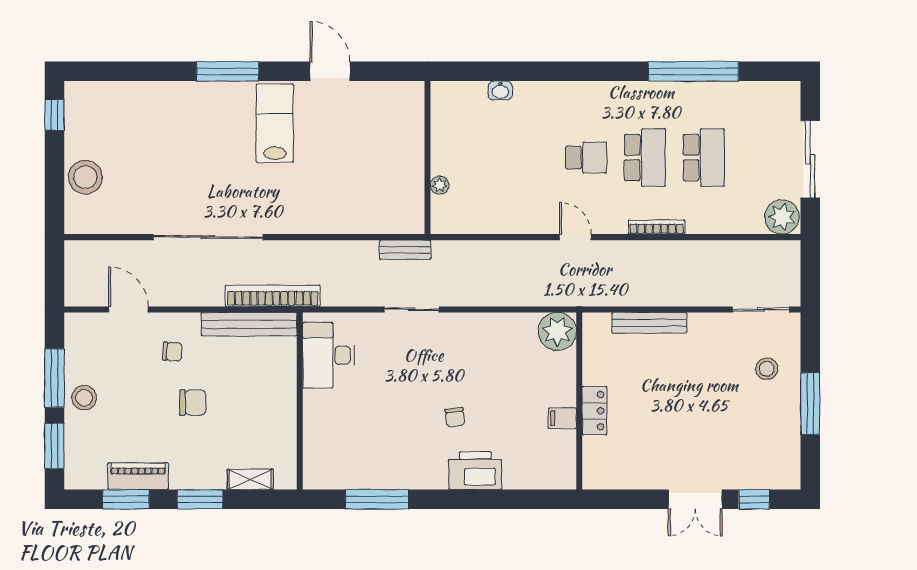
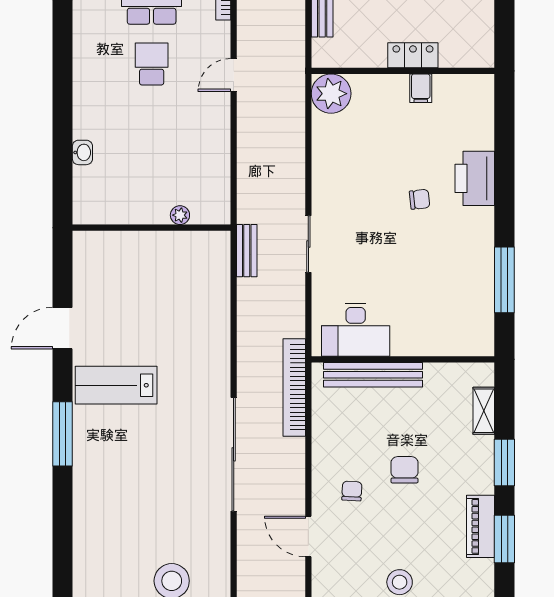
door: (128, 309) -> (308, 536), hinge flipped
bench: (249, 324) -> (373, 375), moved, turned 90

